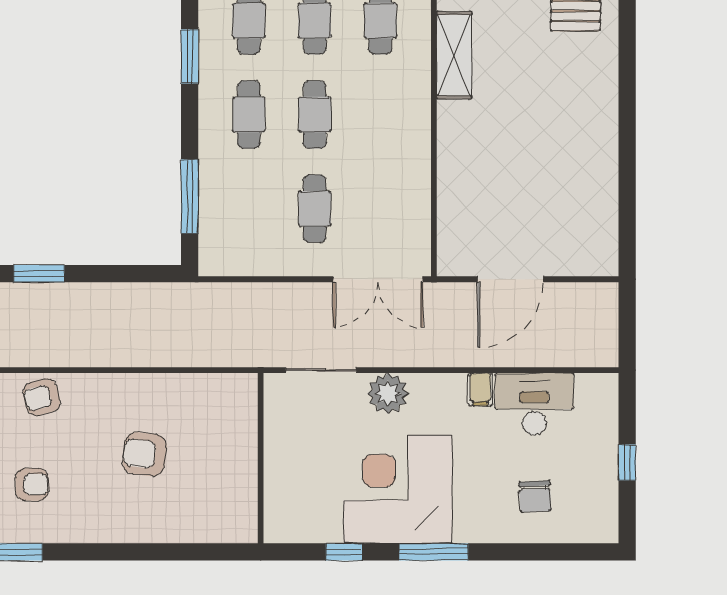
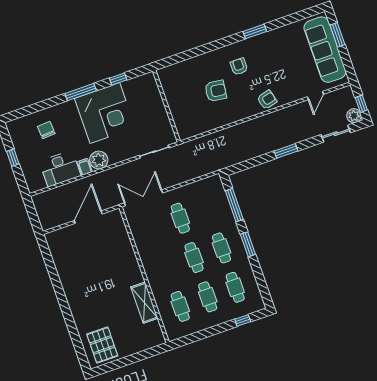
window: (190, 56) -> (248, 244), moved
plant: (388, 393) -> (99, 160), moved
armchair: (32, 484) -> (239, 67), moved, turned 90

